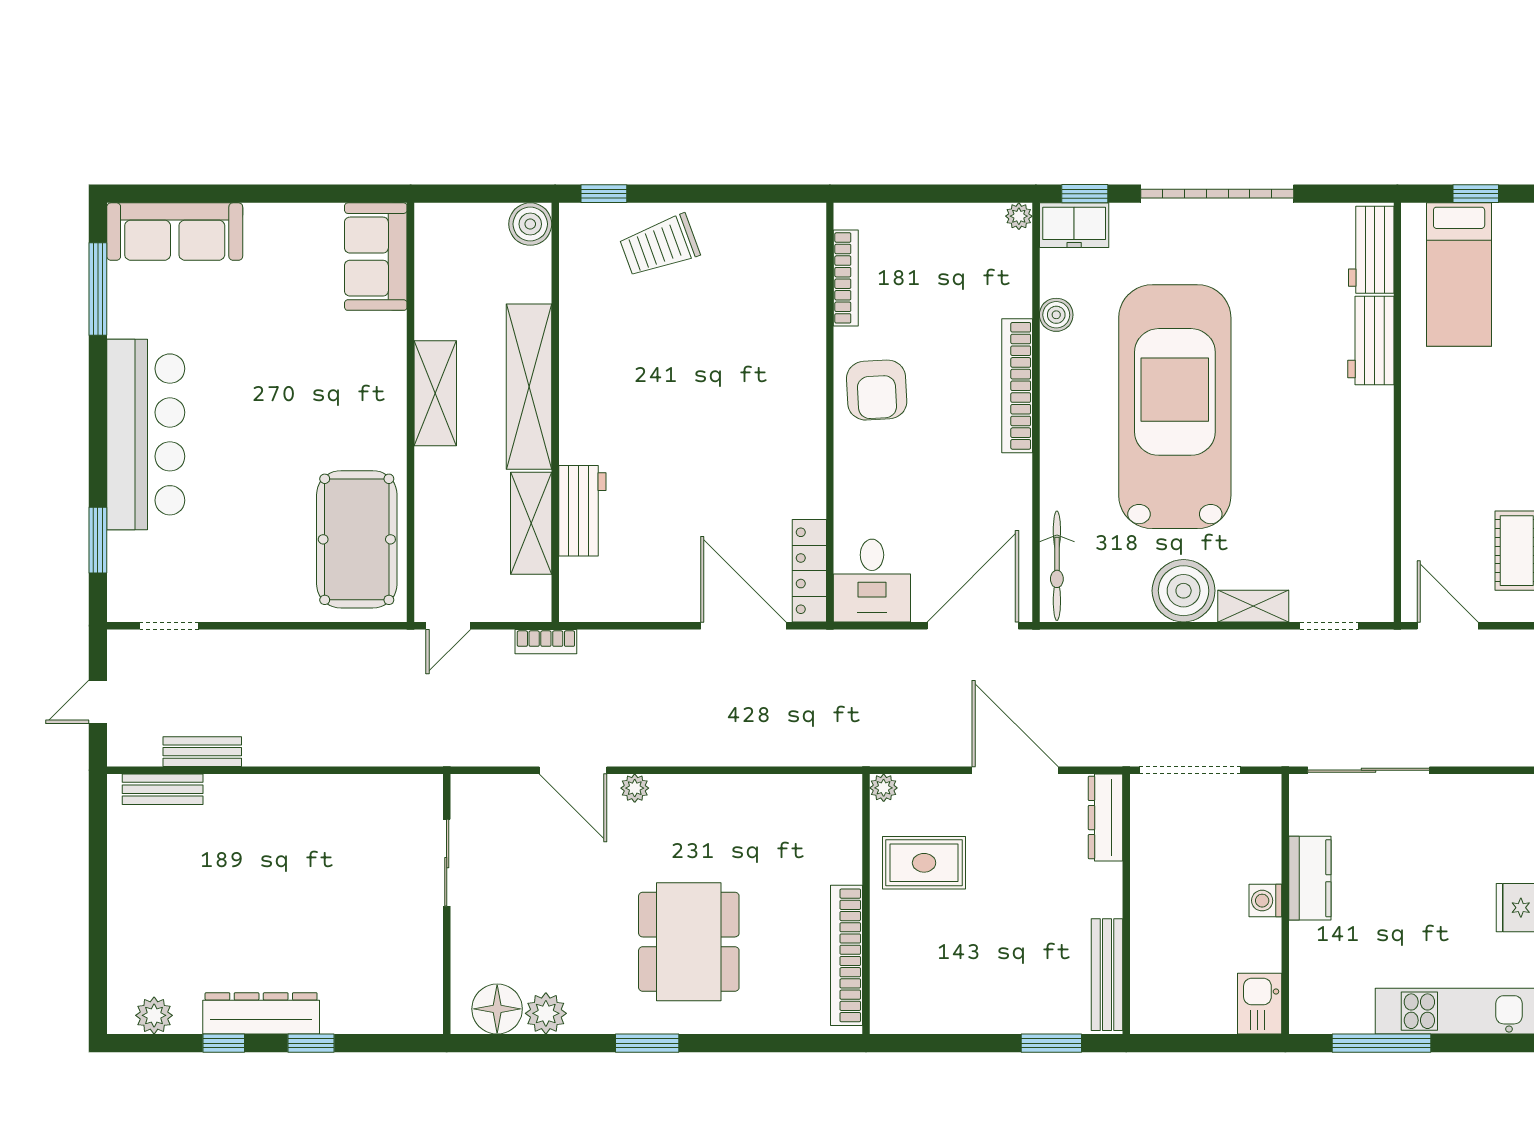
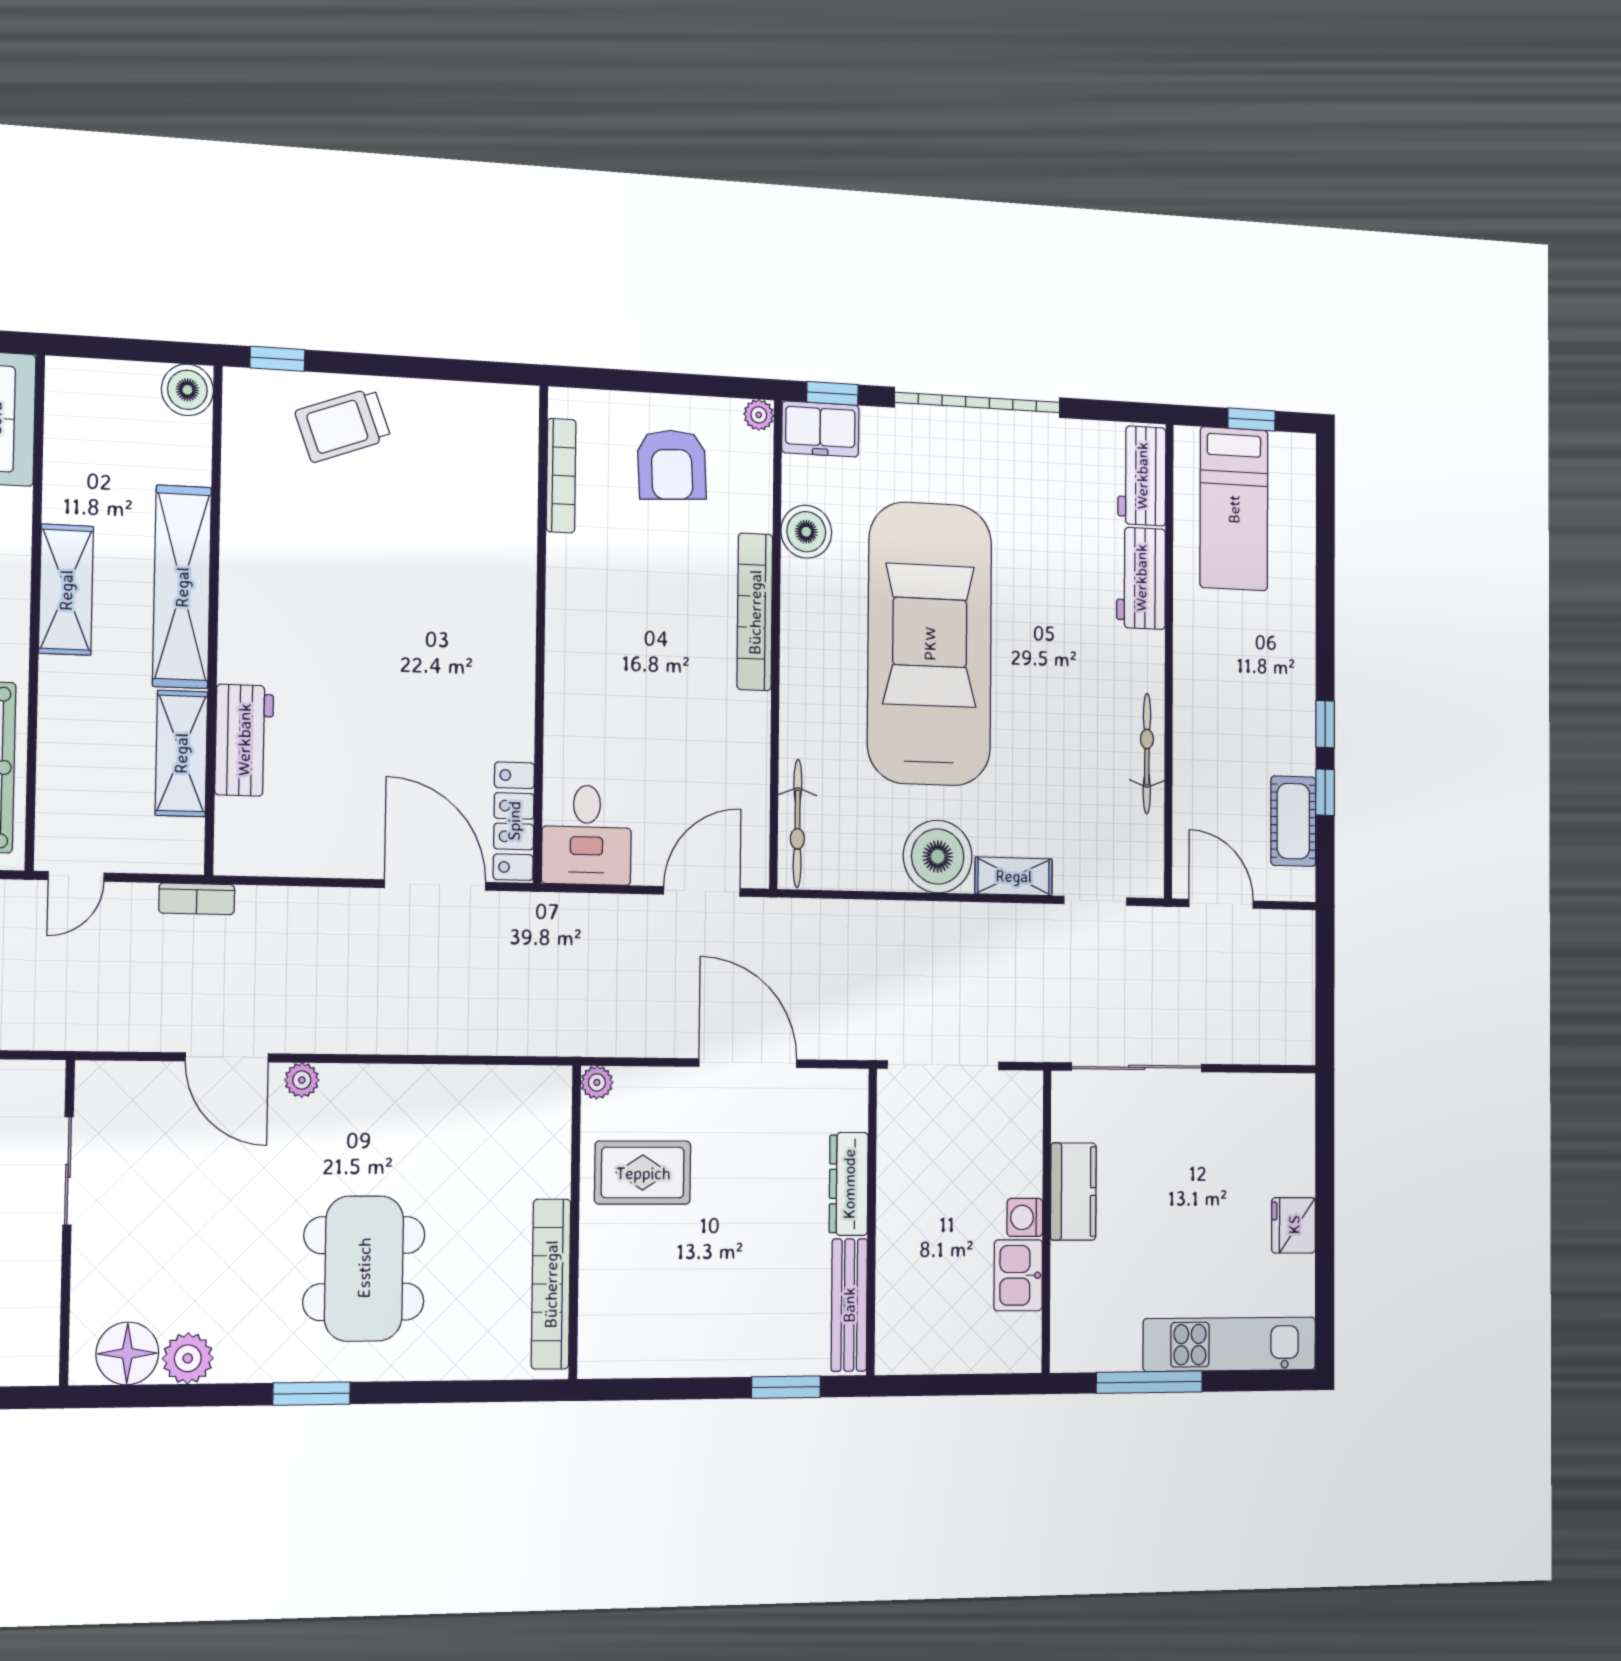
boiler: (1056, 315) -> (806, 532), width x1.36, depth x1.36
armchair: (877, 390) -> (672, 465), moved
bicycle: (1377, 495) -> (1147, 754), added
door: (973, 626) -> (702, 891), width x0.73
dresser: (1106, 818) -> (849, 1184), moved
kitchen sink: (1260, 1004) -> (1018, 1275), moved

